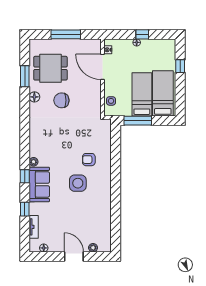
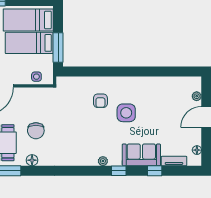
sofa: (39, 184) -> (141, 155), moved

